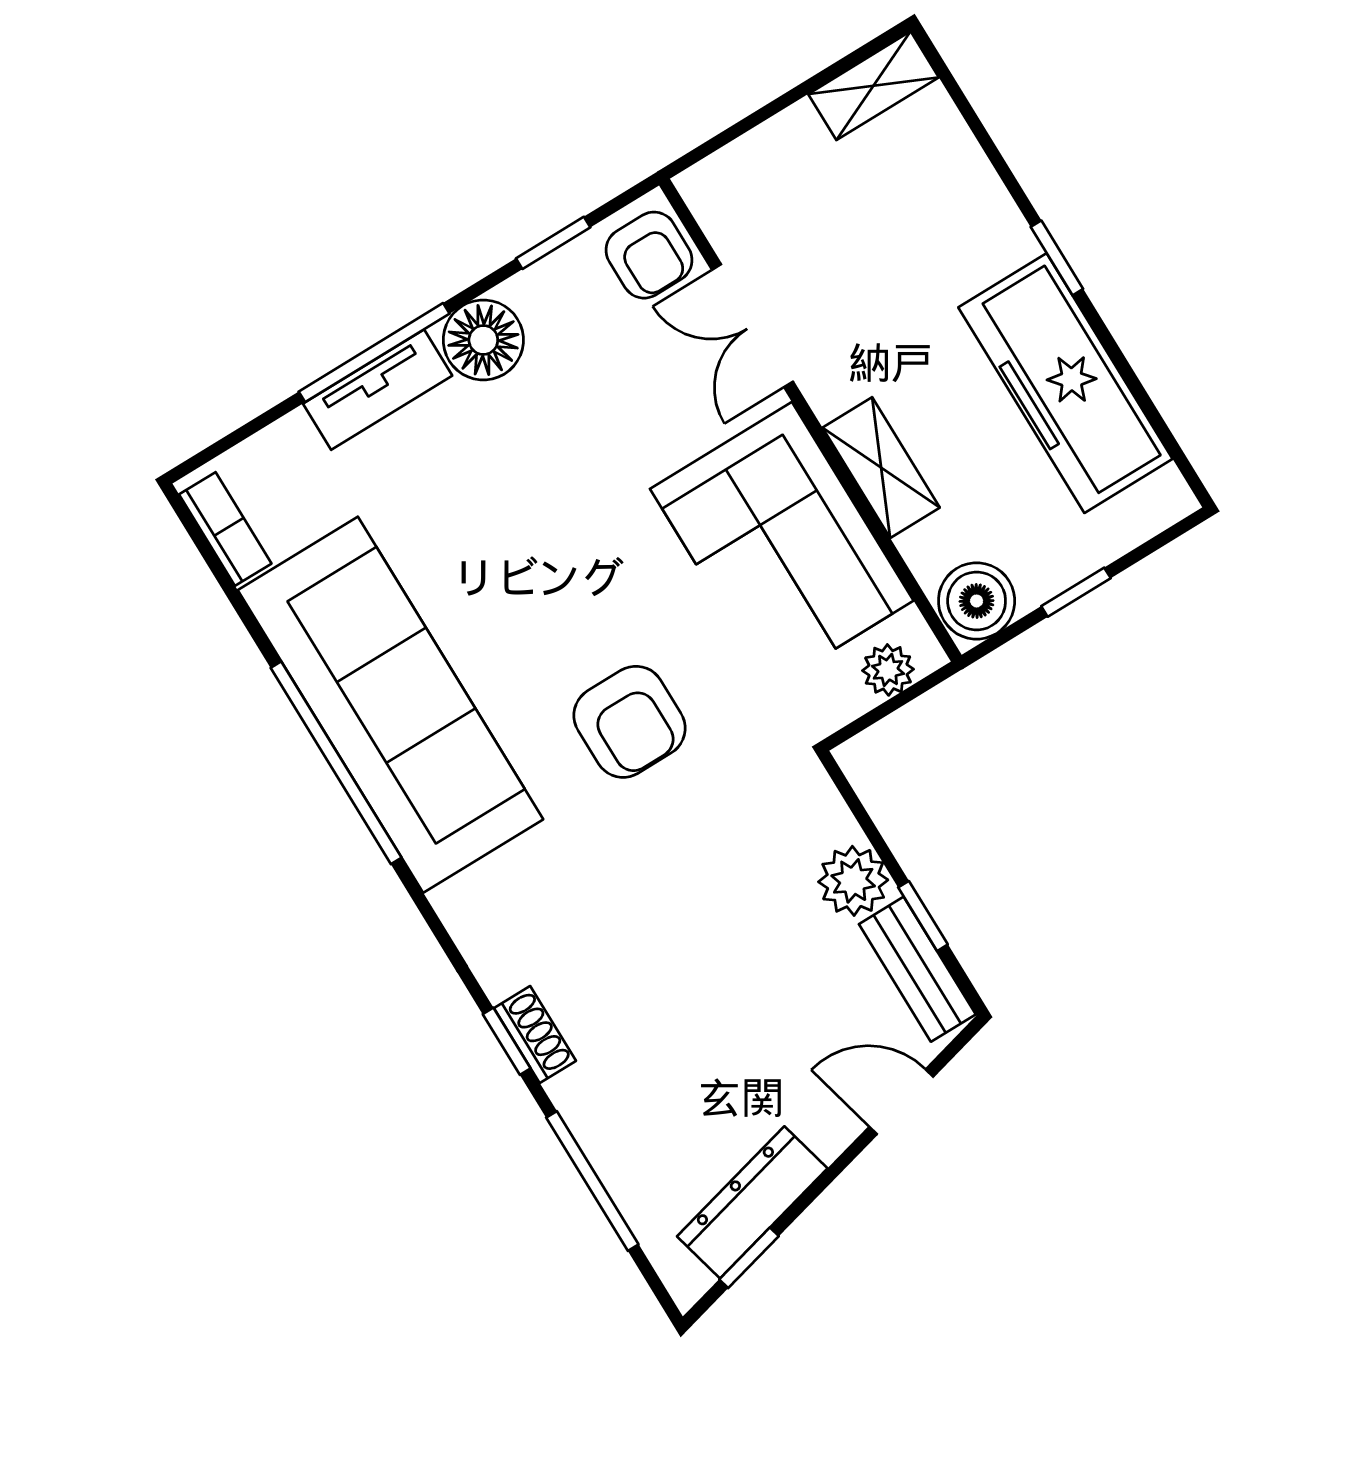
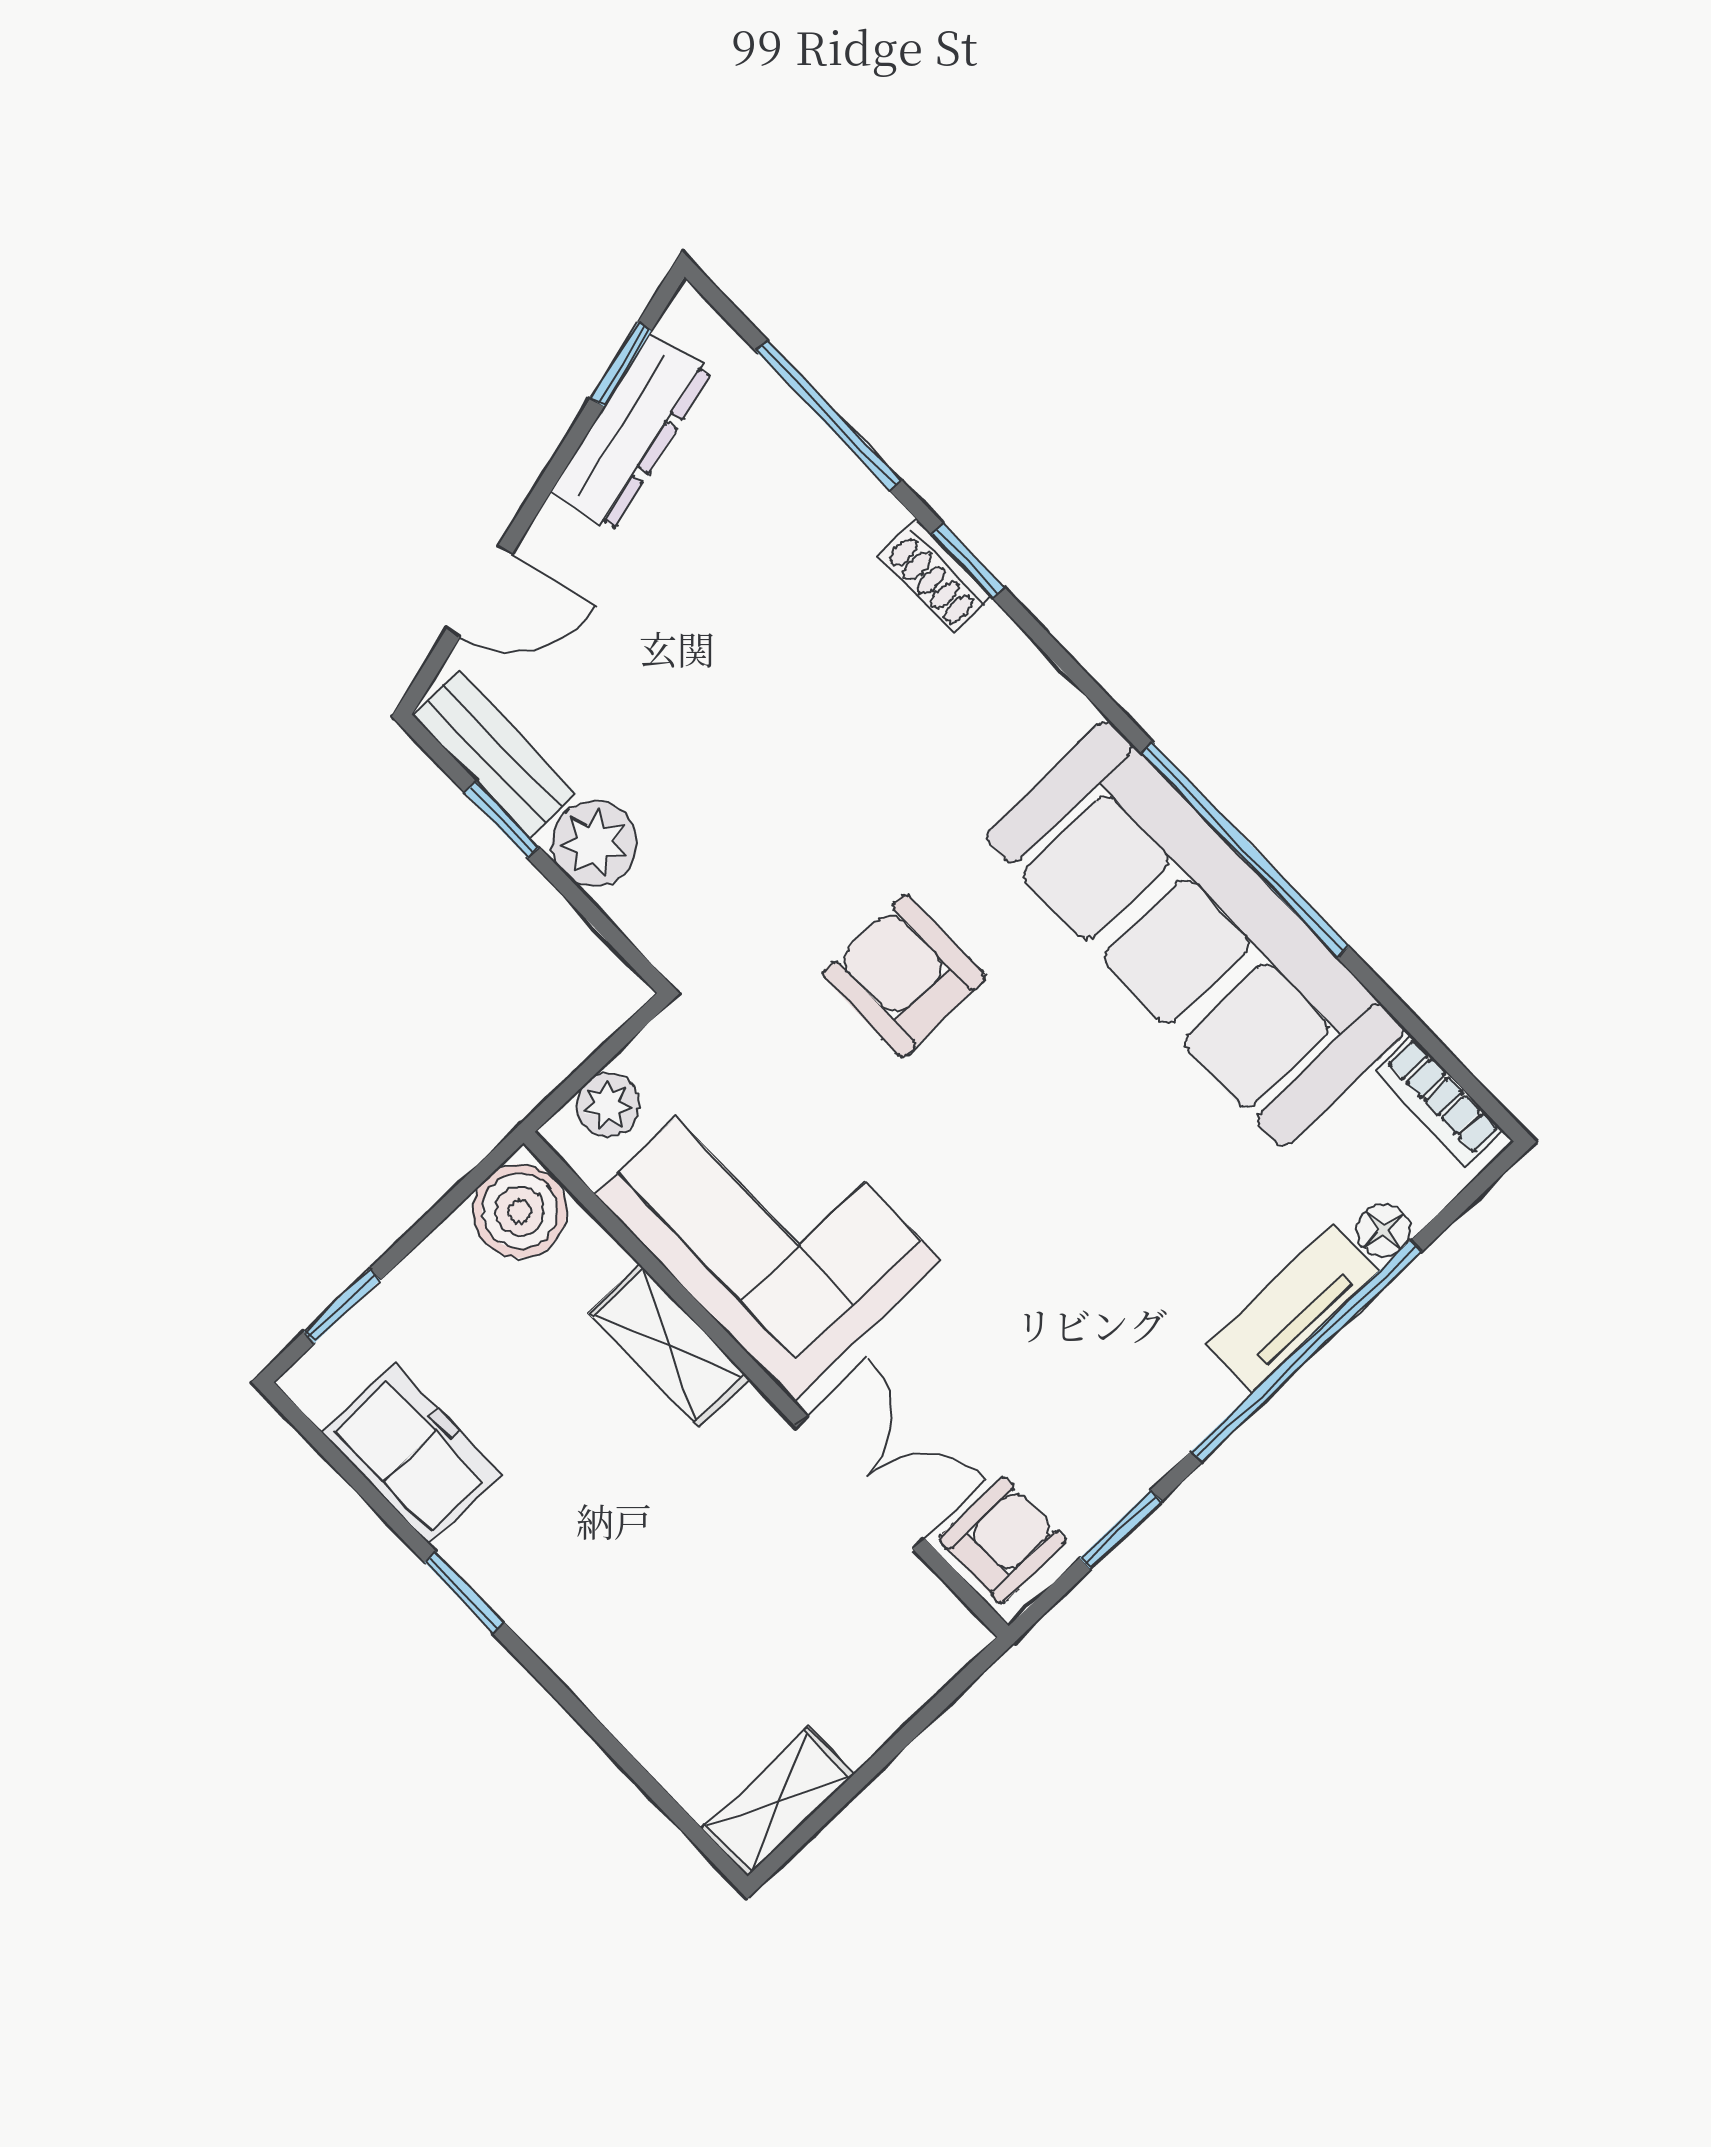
armchair: (649, 255) -> (1003, 1540), turned 90
window: (1057, 258) -> (464, 1592), moved
floor lamp: (483, 340) -> (1384, 1230), moved, width x0.53, depth x0.53
window: (374, 353) -> (1307, 1351), width x1.46
freezer: (1065, 383) -> (412, 1454), width x0.52, depth x0.79
window: (1076, 592) -> (342, 1306), moved

